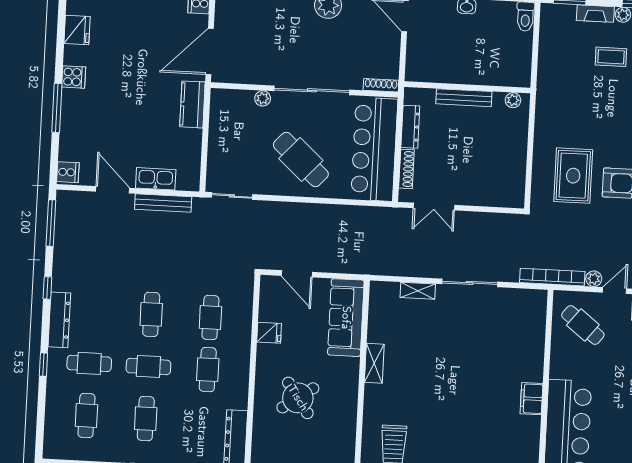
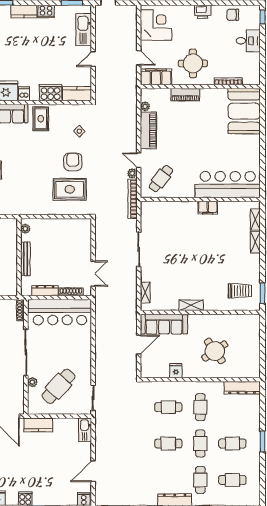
cafe table: (301, 159) -> (58, 386), moved
kitchen sink: (156, 179) -> (85, 430), moved
bench: (163, 203) -> (100, 440), removed
door: (297, 274) -> (139, 345), moved
shelving: (418, 291) -> (145, 293), moved
cafe table: (208, 370) -> (200, 407), turned 90

